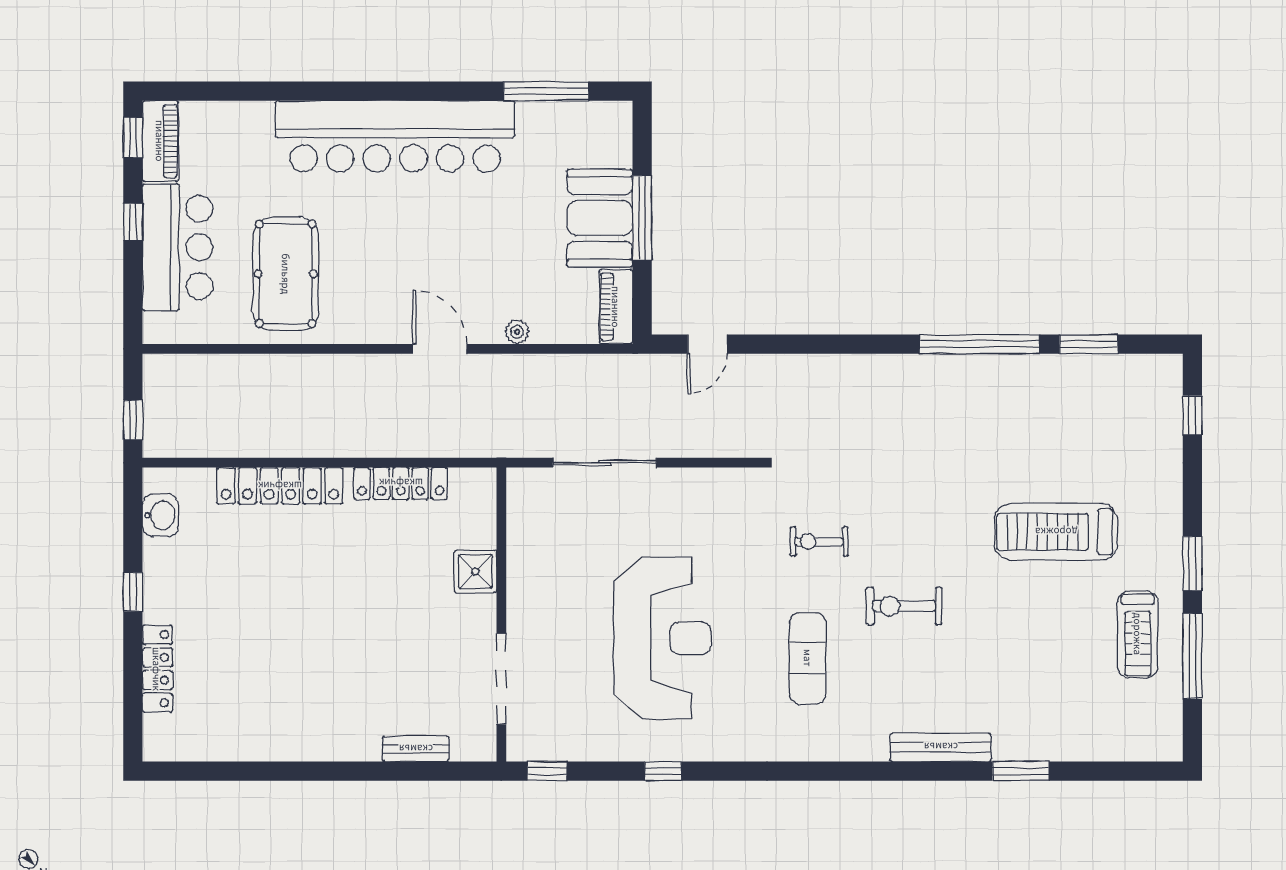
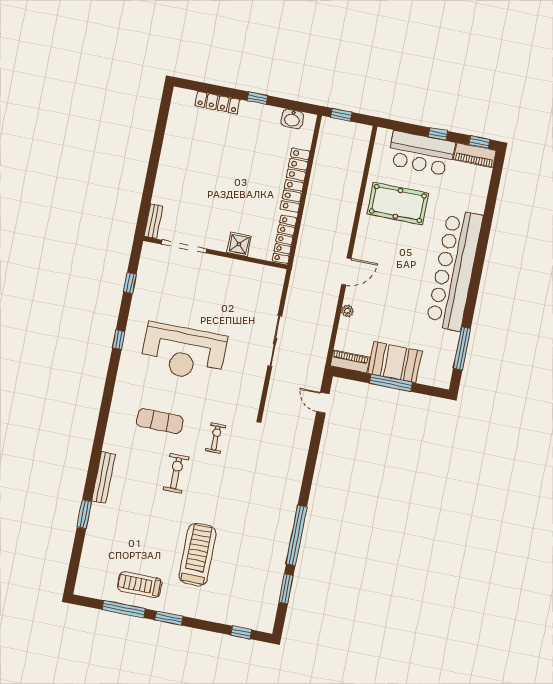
shower: (475, 571) -> (239, 244), moved
wall: (501, 615) -> (215, 253), moved
doorway: (501, 679) -> (184, 246), moved

